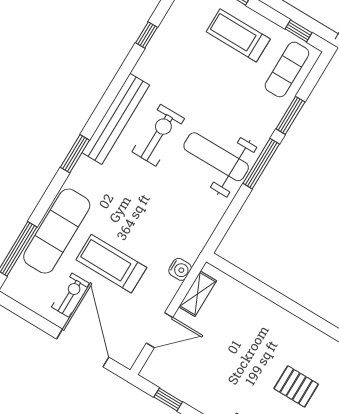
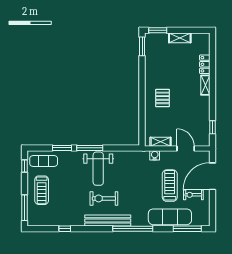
window: (75, 154) -> (133, 229), width x2.11
treadmill: (111, 264) -> (170, 186), turned 180
pallet: (296, 386) -> (163, 98), moved

